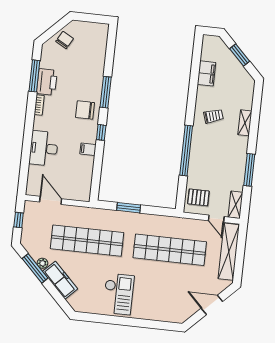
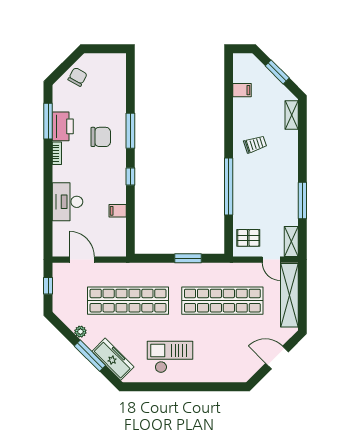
filing cabinet: (207, 73) -> (242, 90), width x0.50
chair: (85, 110) -> (101, 137), moved, turned 180
shelving: (245, 123) -> (292, 115), moved
filing cabinet: (88, 149) -> (118, 211), moved
window: (129, 208) -> (188, 258), moved
window: (35, 268) -> (90, 356), moved
freezer: (60, 280) -> (113, 359), moved
checkout: (118, 294) -> (170, 357), turned -90

